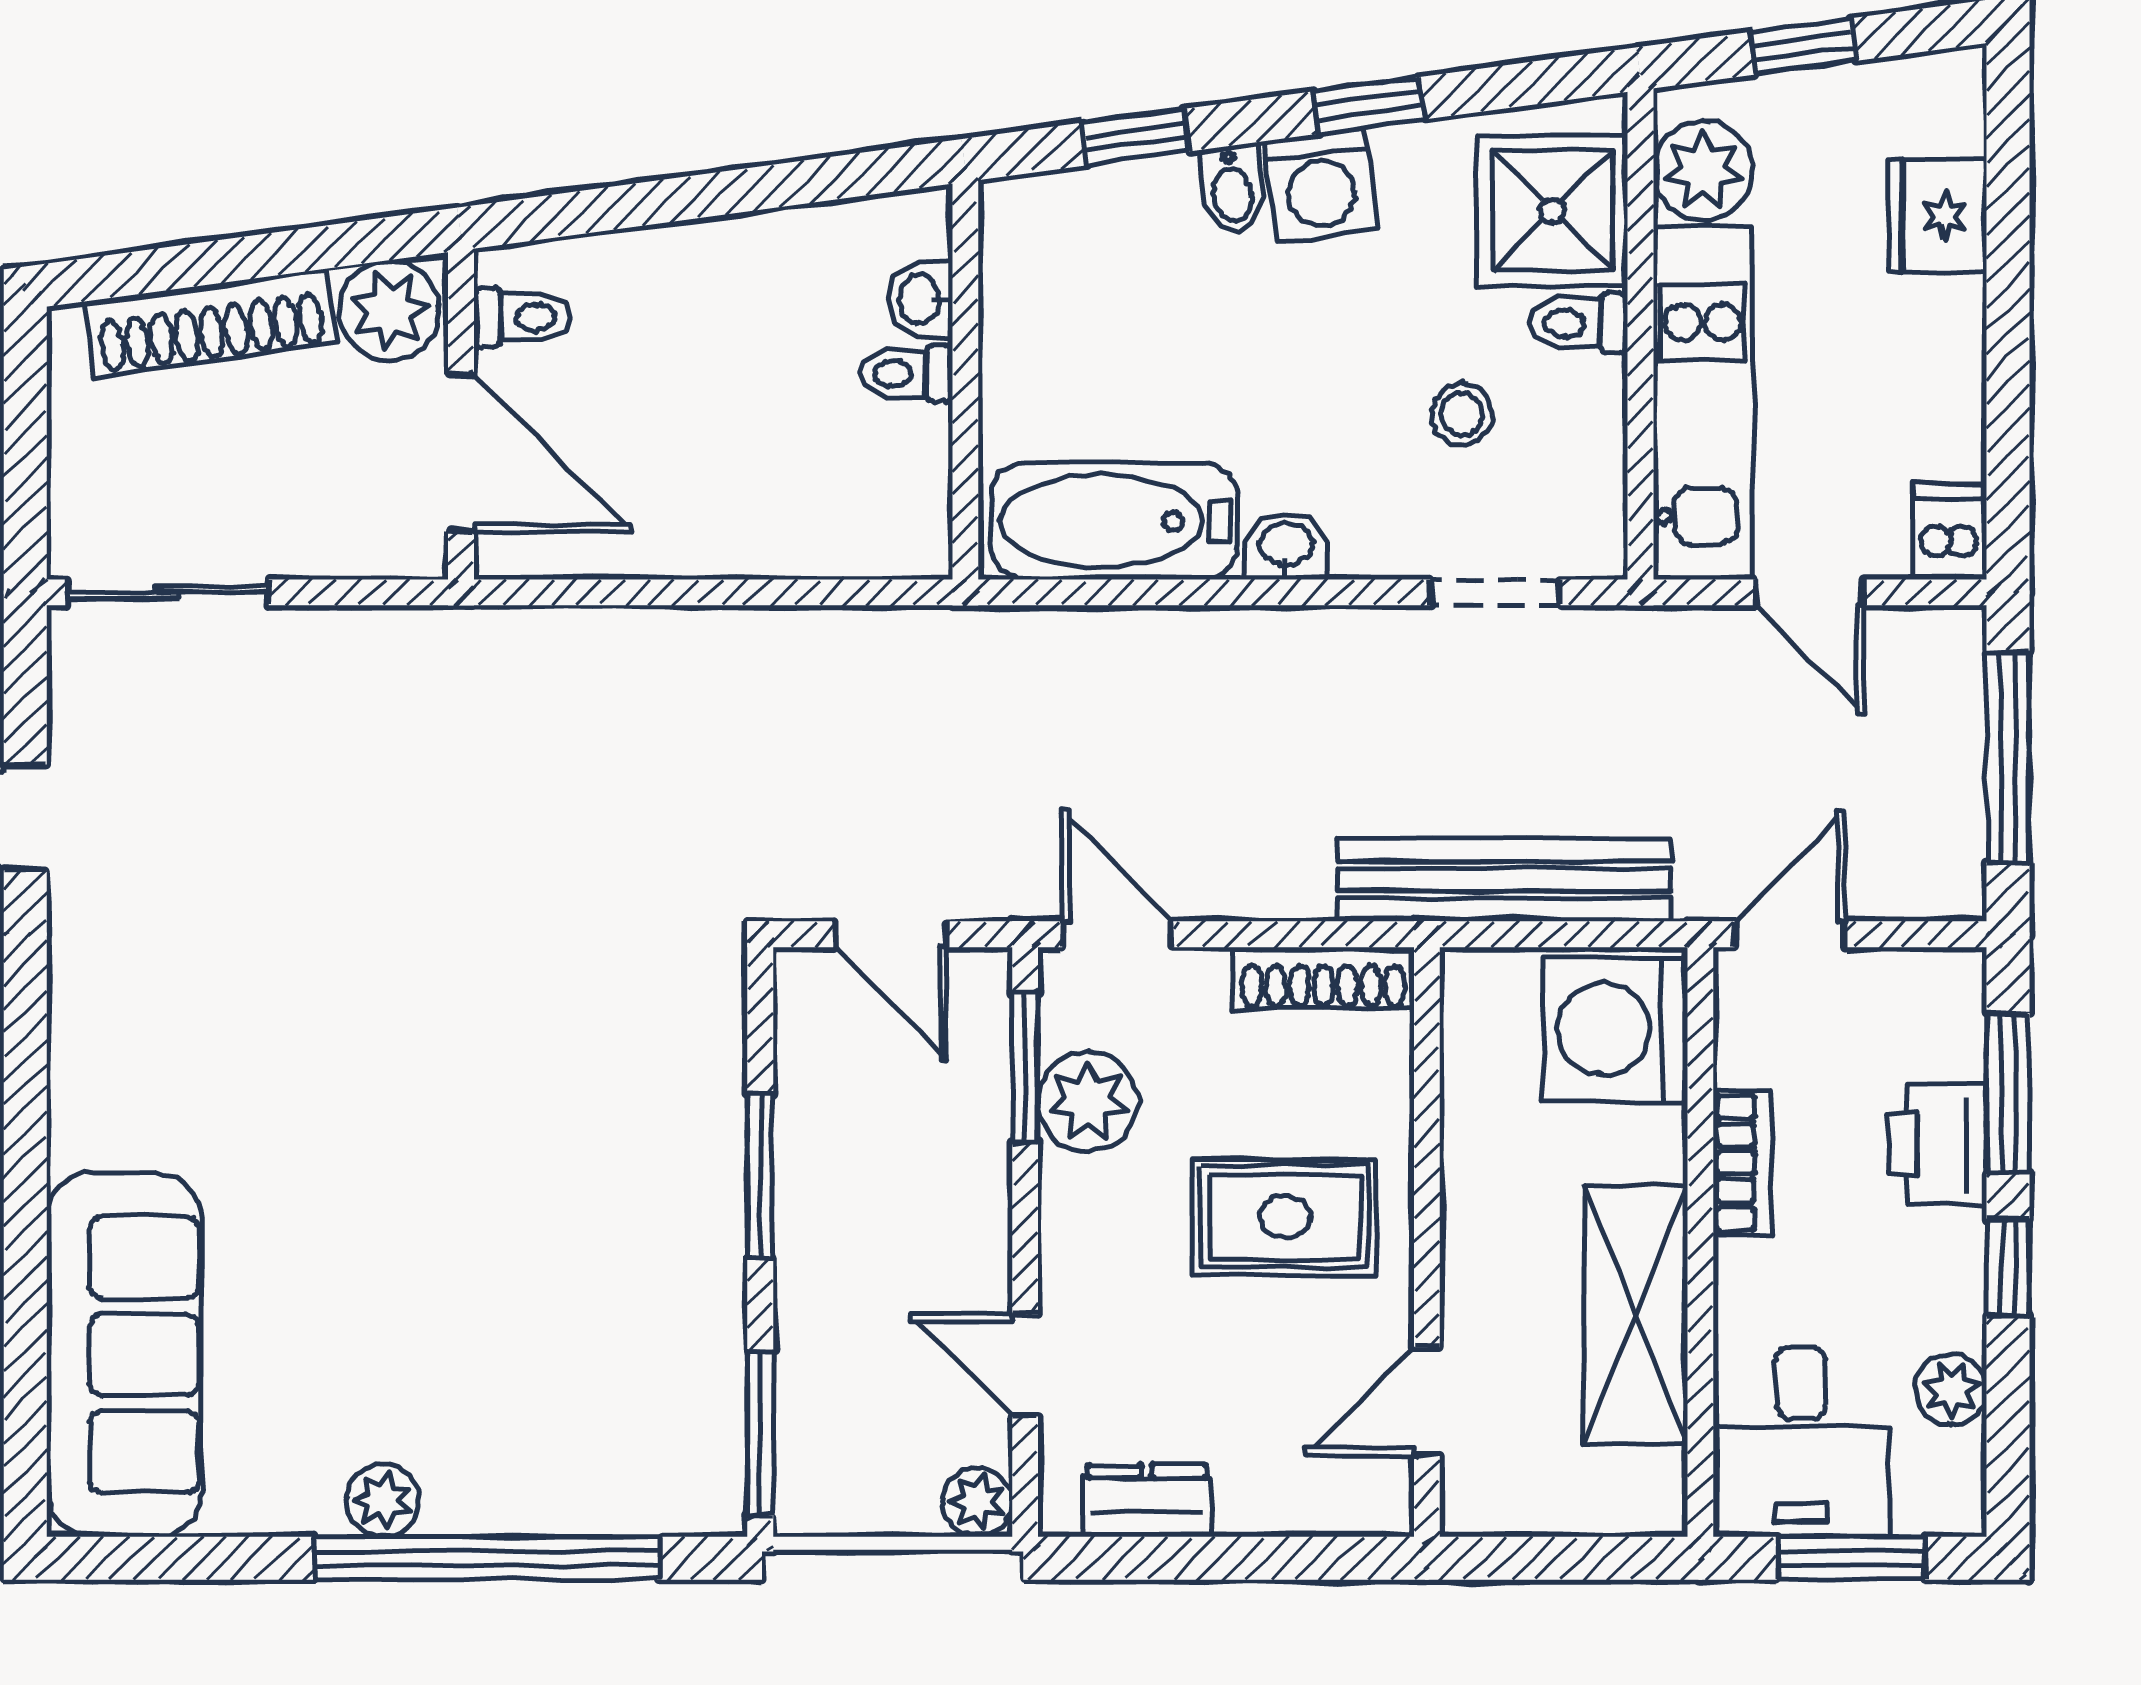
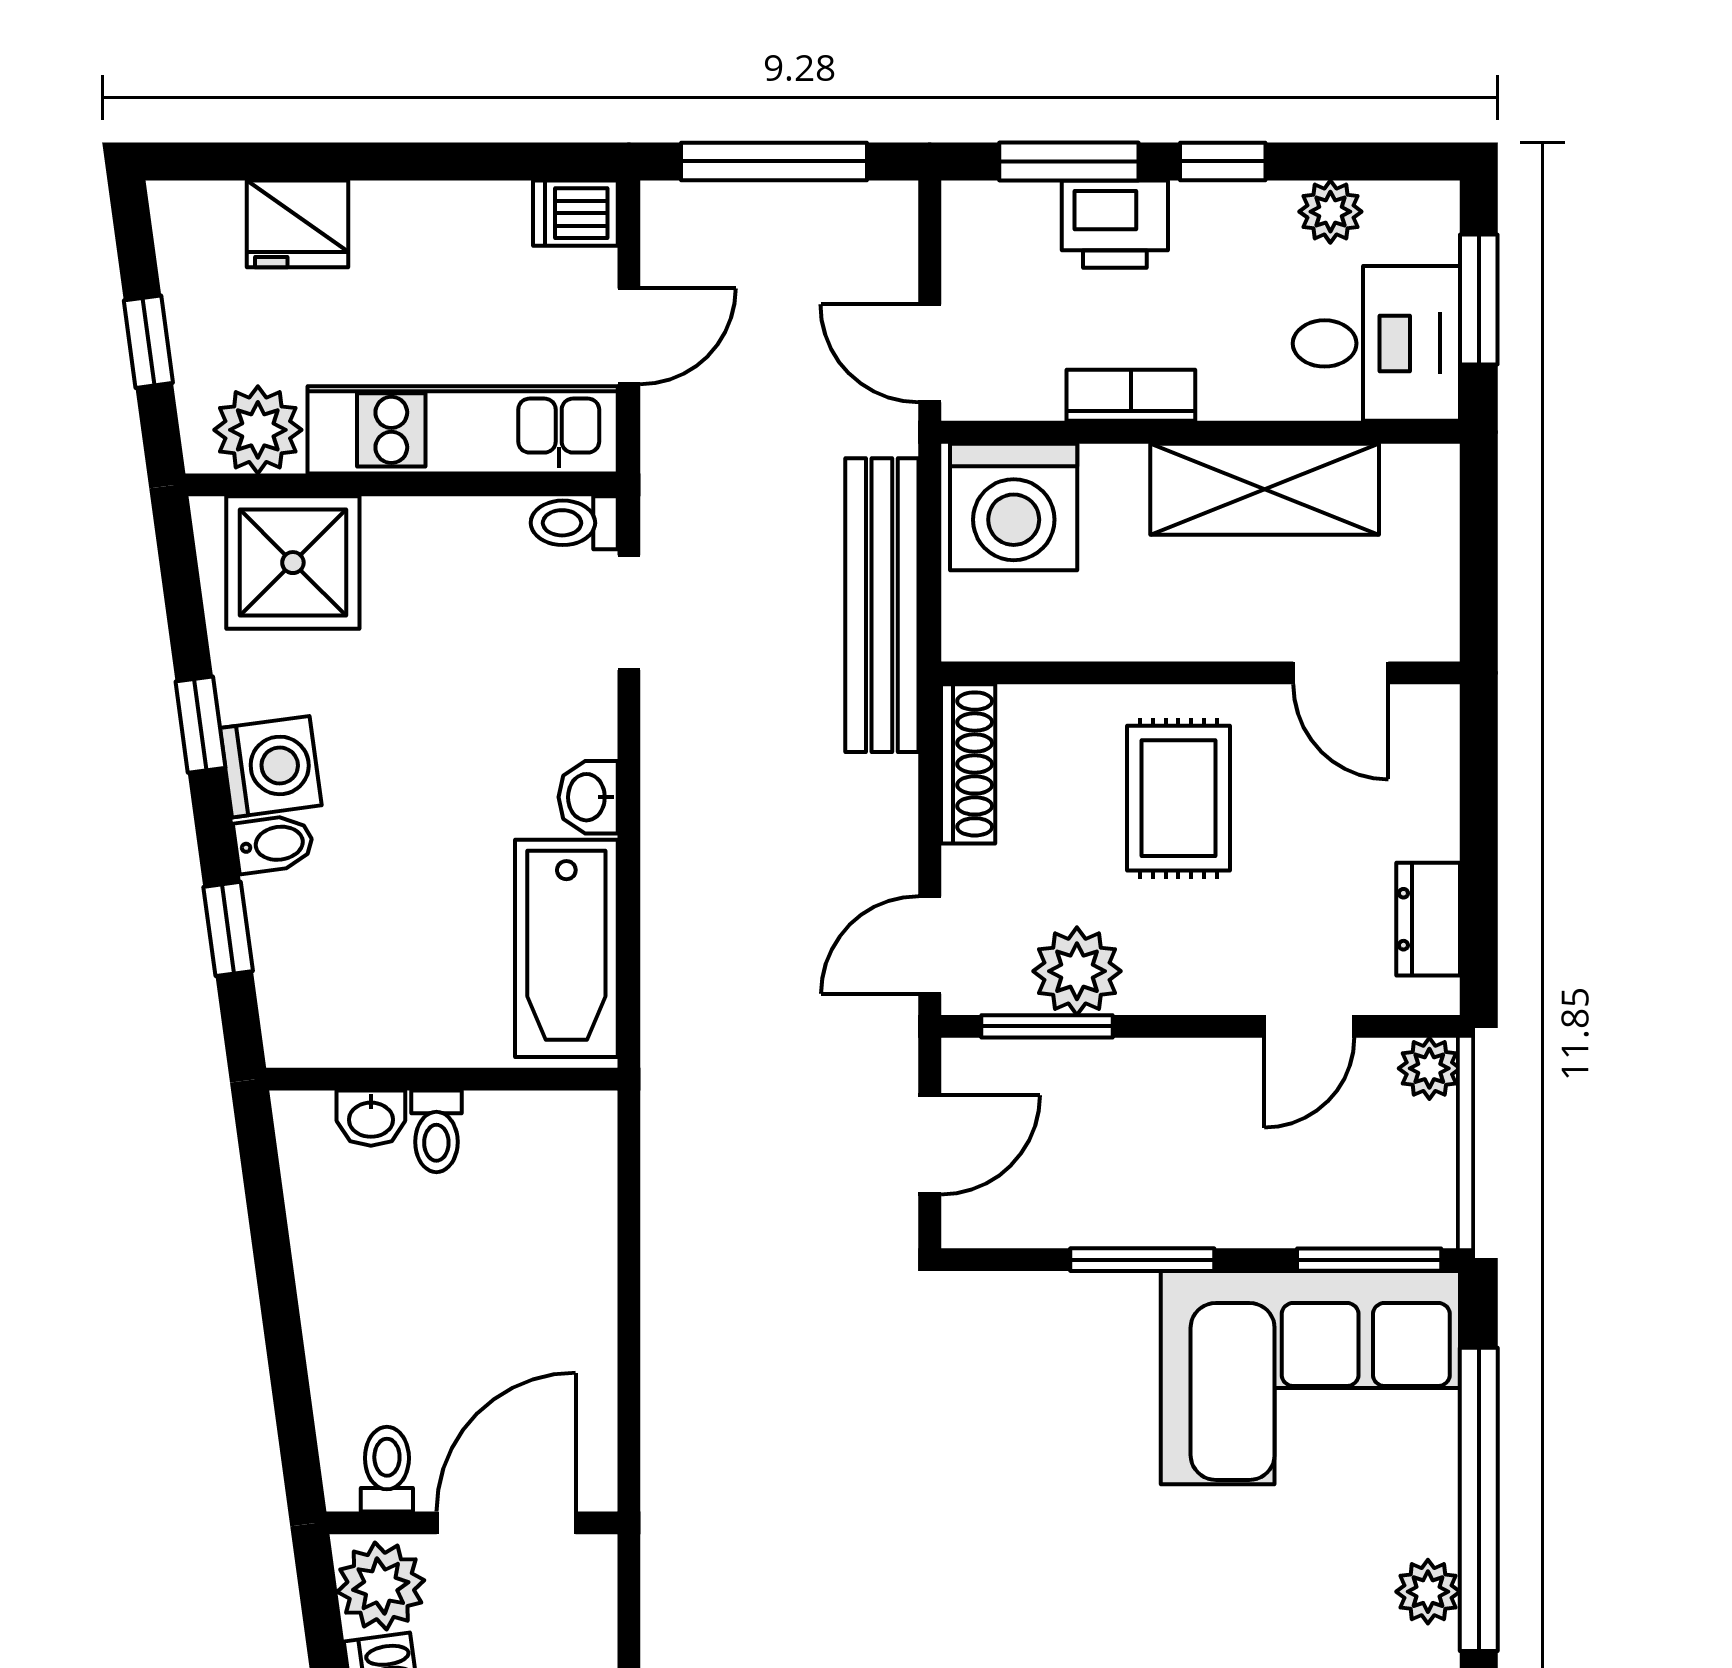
toilet: (1578, 323) -> (574, 523), moved, turned 90
stool: (1462, 414) -> (472, 642), removed
corner sofa: (626, 1367) -> (1310, 1378), added

